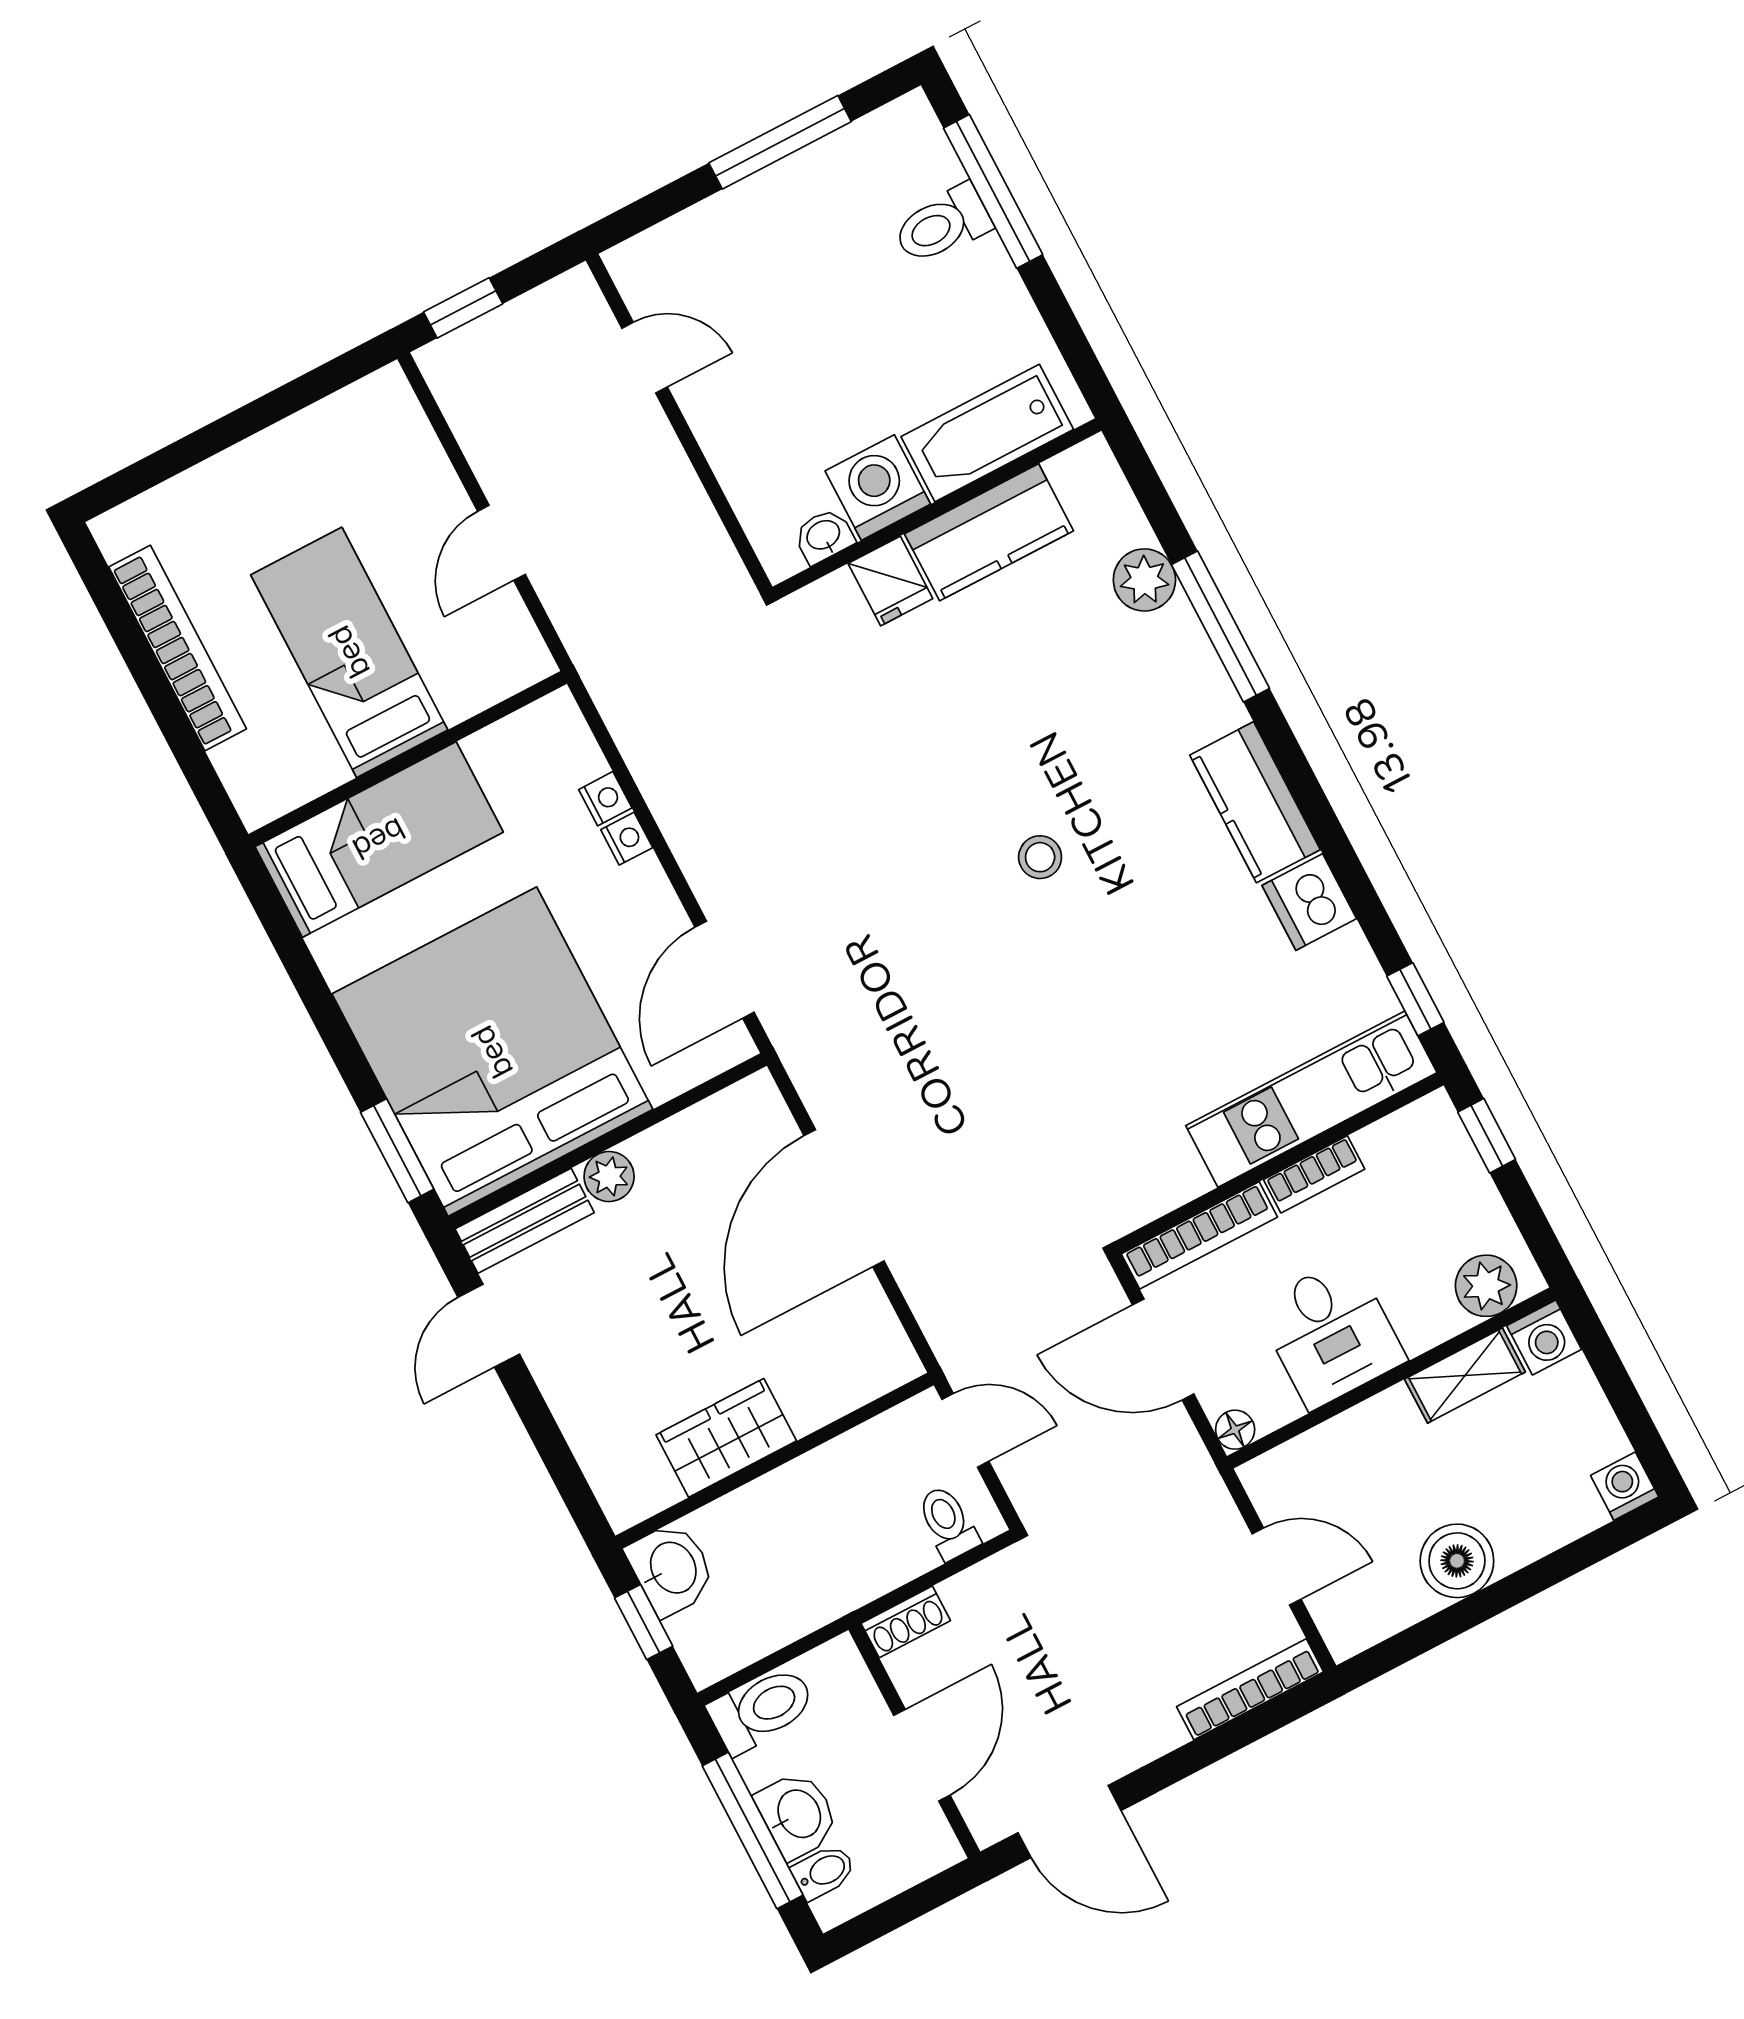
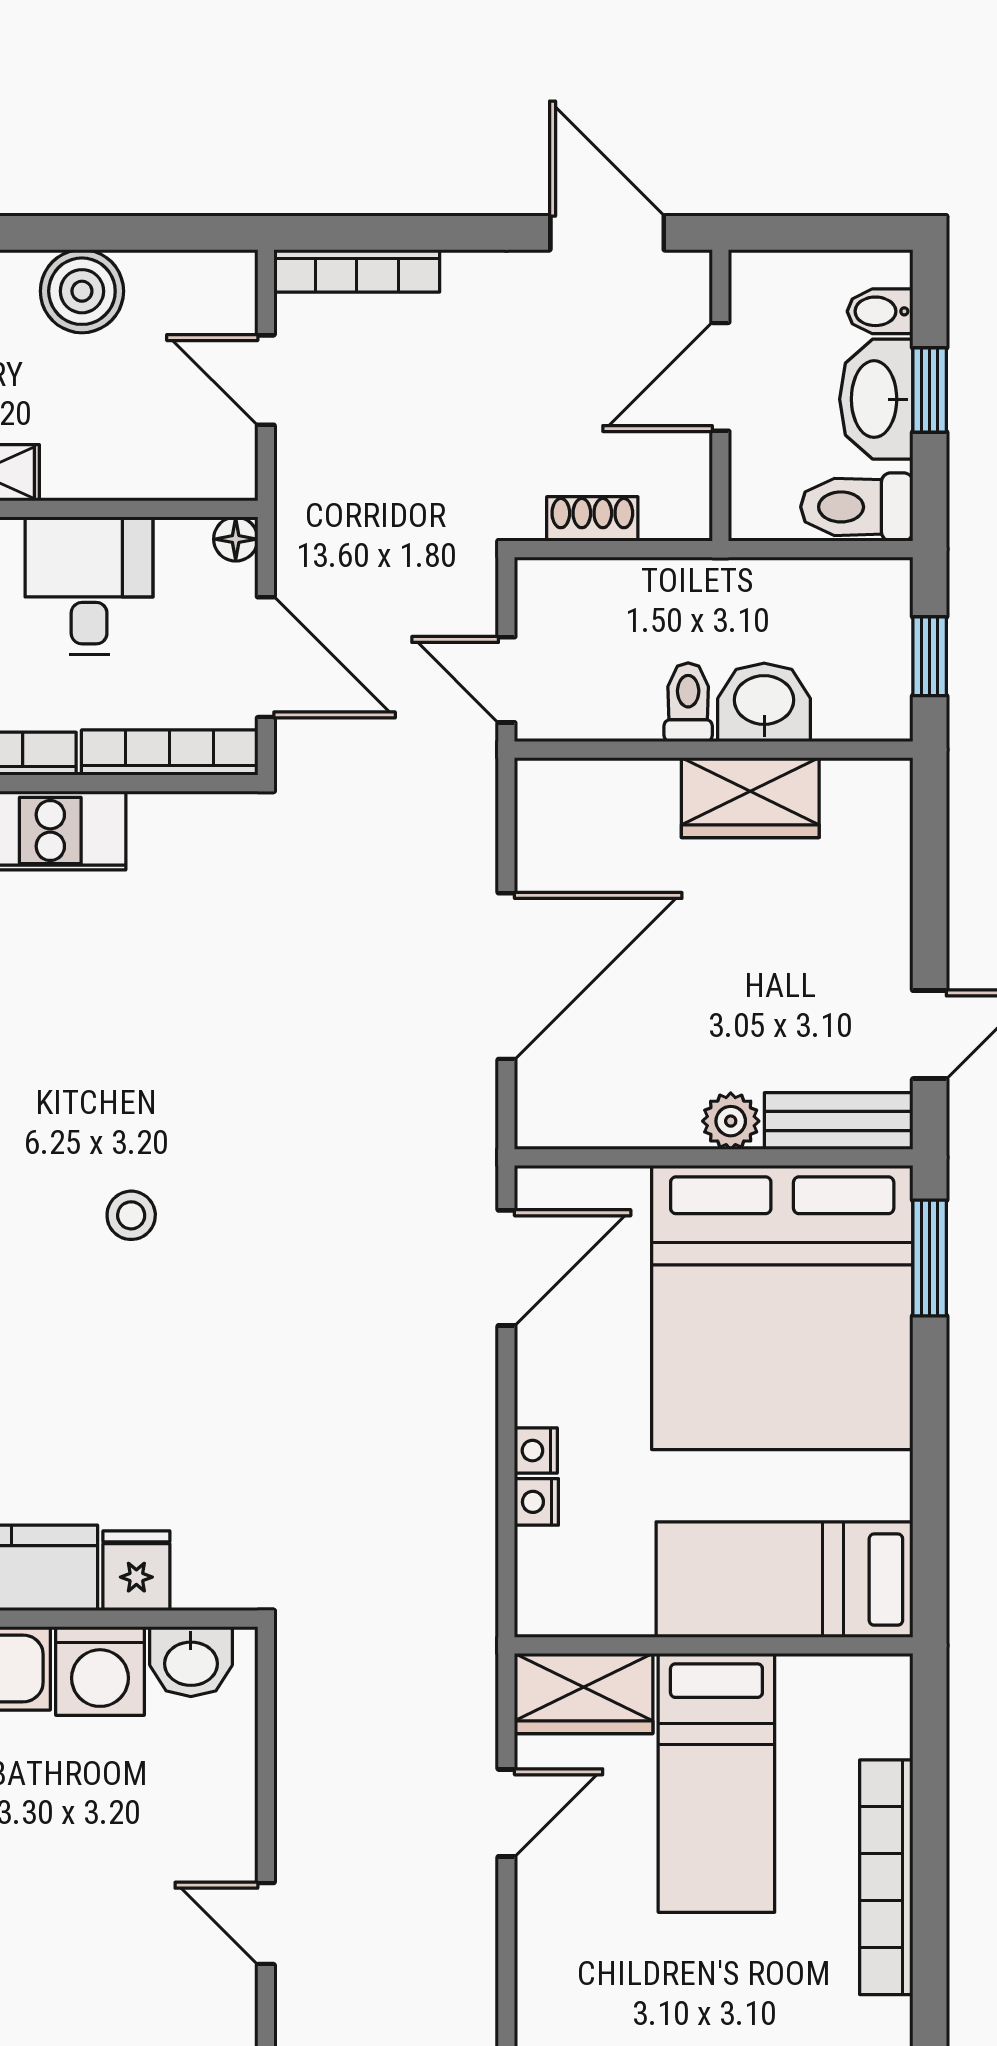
washbasin: (824, 536) -> (191, 1662), width x1.38, depth x1.45
wardrobe: (490, 668) -> (584, 1694), added
toilet: (948, 1523) -> (688, 702), moved, turned 180
washbasin: (671, 1569) -> (764, 702), moved, turned 90
shoe rack: (906, 1622) -> (592, 519), moved
washbasin: (798, 1815) -> (876, 399), width x1.38
window: (753, 1831) -> (930, 390), width x0.46

